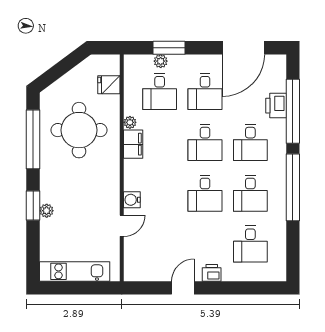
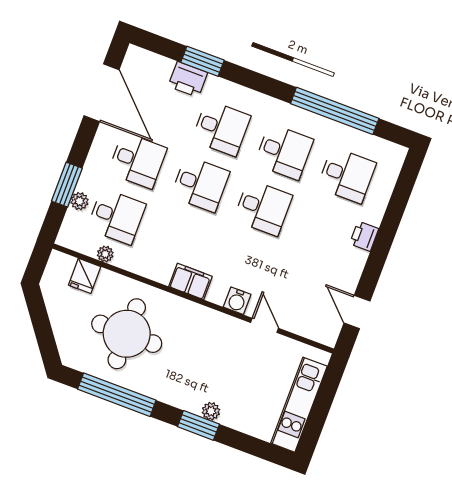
window: (293, 111) -> (203, 61), width x0.47
plant: (130, 122) -> (105, 254), moved
filing cabinet: (133, 144) -> (190, 281), moved
window: (293, 187) -> (335, 111), moved
door: (183, 288) -> (357, 312), moved

